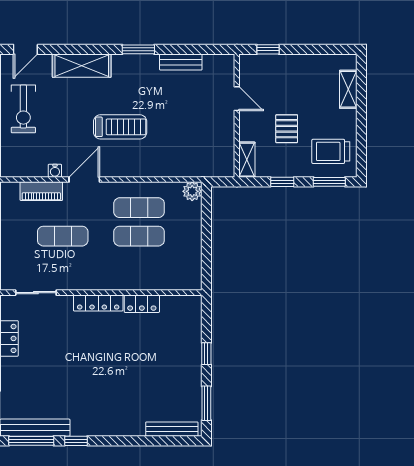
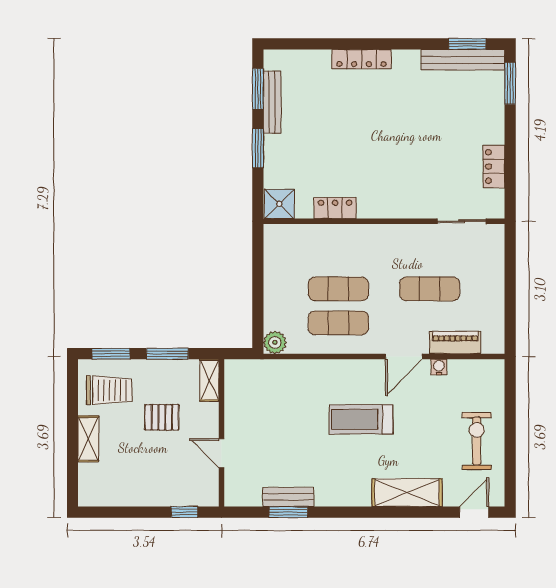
window: (138, 49) -> (288, 512), moved
shelving: (348, 89) -> (88, 439), moved
pallet: (287, 129) -> (162, 417), turned 90
window: (282, 182) -> (167, 354), width x1.50
locker: (98, 303) -> (362, 59), moved, turned 180
shower: (188, 307) -> (279, 204), added
window: (206, 354) -> (258, 148), width x1.50
bench: (172, 429) -> (272, 102), moved, turned 90
window: (31, 441) -> (467, 44), width x0.69
window: (76, 441) -> (414, 44), removed

